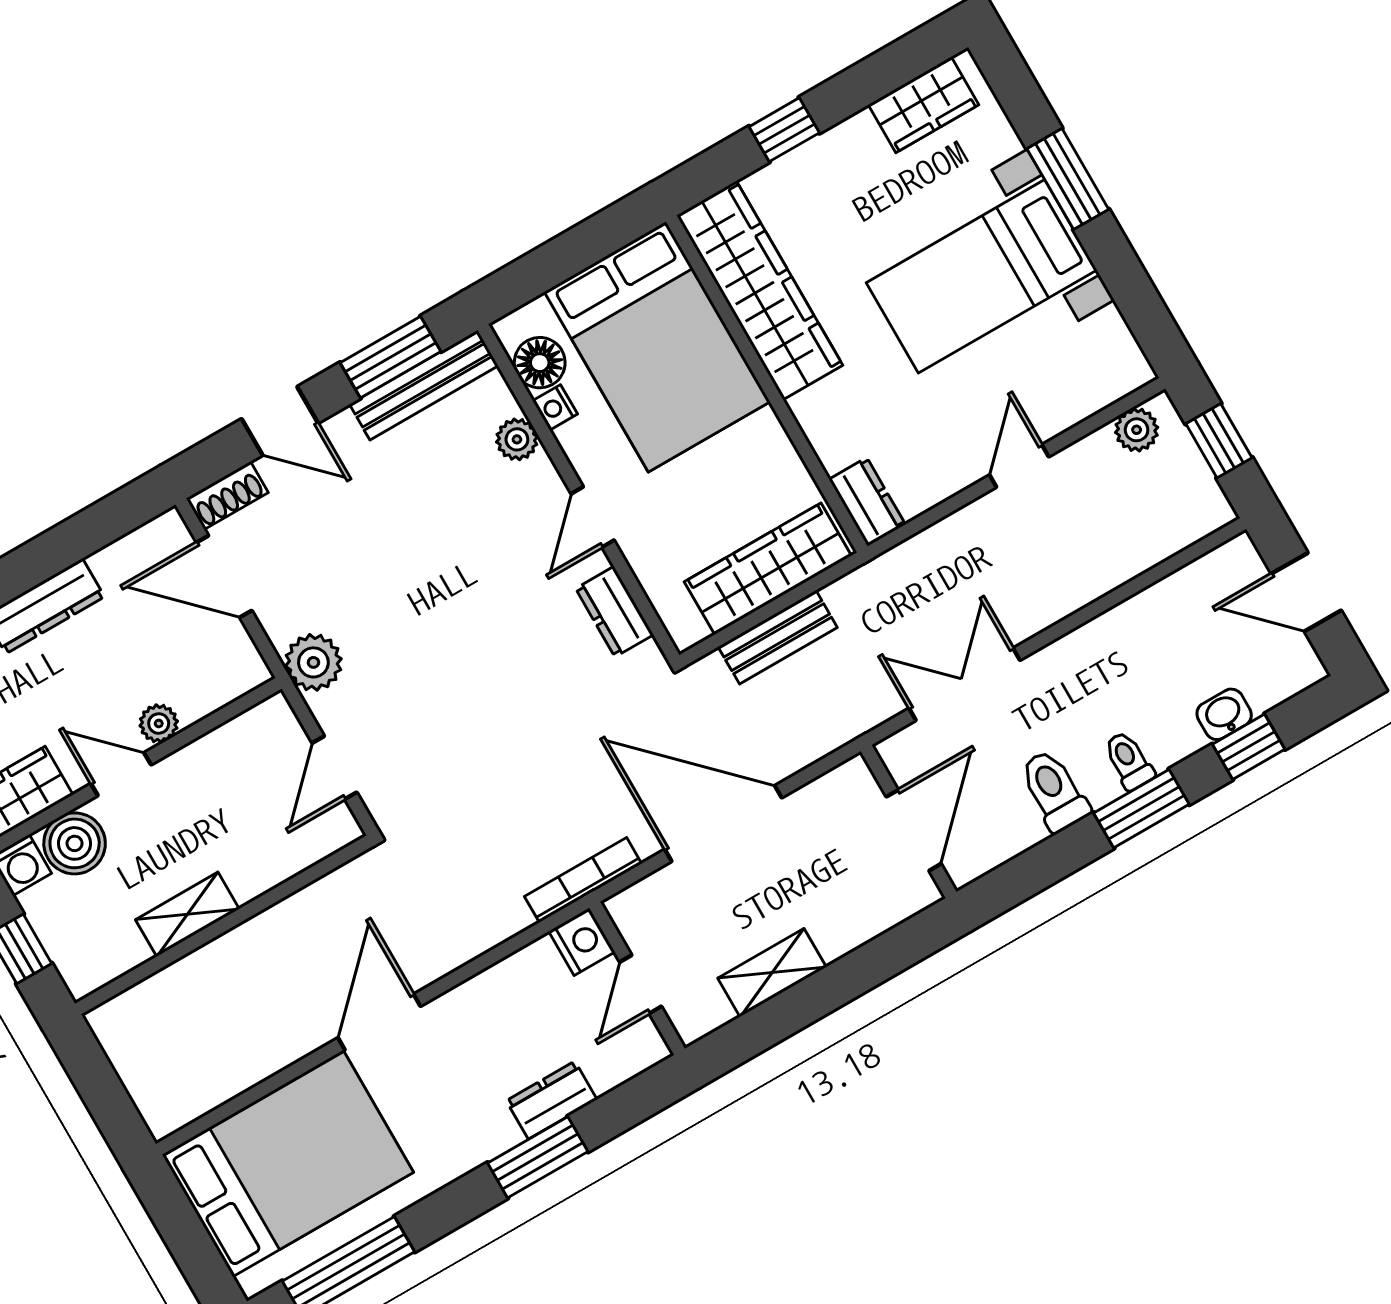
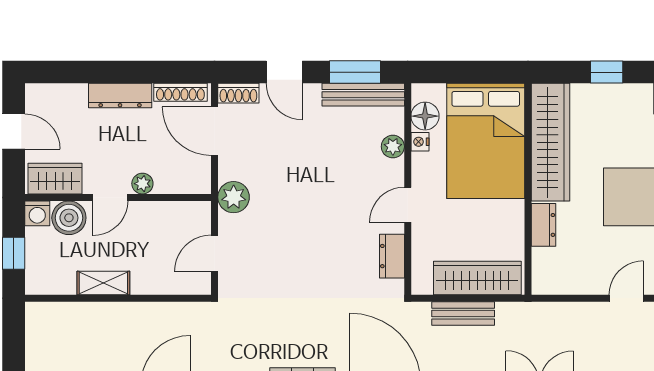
dresser: (867, 502) -> (543, 225), moved
shoe rack: (136, 546) -> (180, 92), added
door: (121, 774) -> (110, 197), swing flipped

